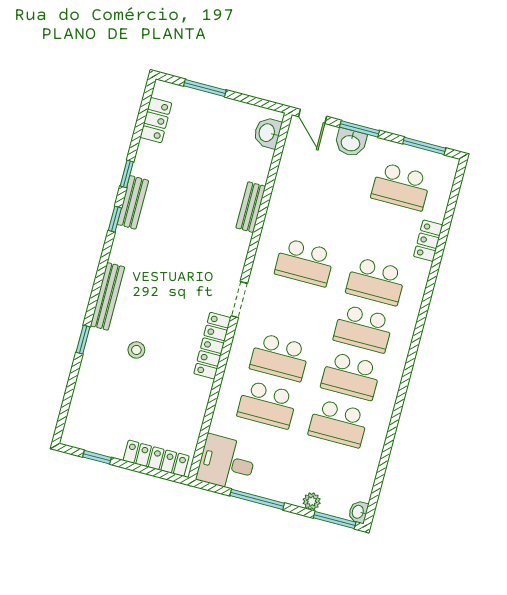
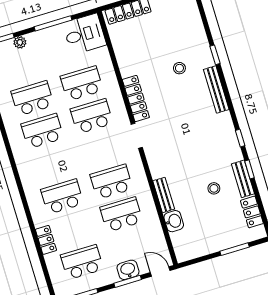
washbasin: (267, 133) -> (174, 221), moved
stool: (185, 177) -> (214, 188), added
bench: (133, 202) -> (243, 179), moved
school desk: (363, 329) -> (121, 215), moved

